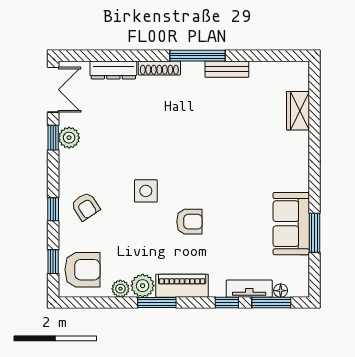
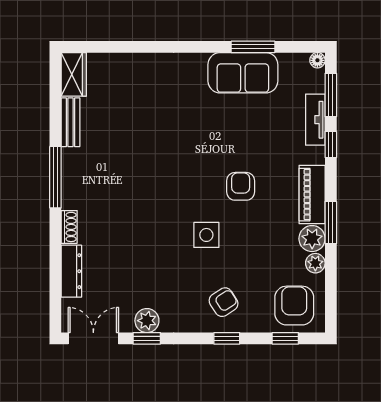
shoe rack: (159, 68) -> (69, 227), width x0.70
bench: (227, 69) -> (70, 122), moved
wardrobe: (298, 111) -> (74, 74), moved, turned -90
floor lamp: (281, 291) -> (317, 60), moved

